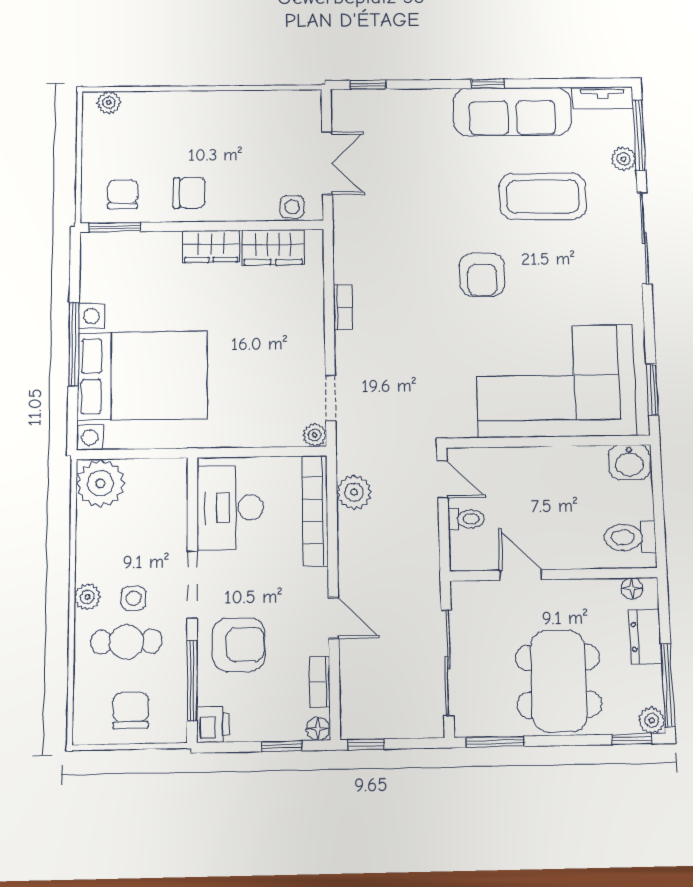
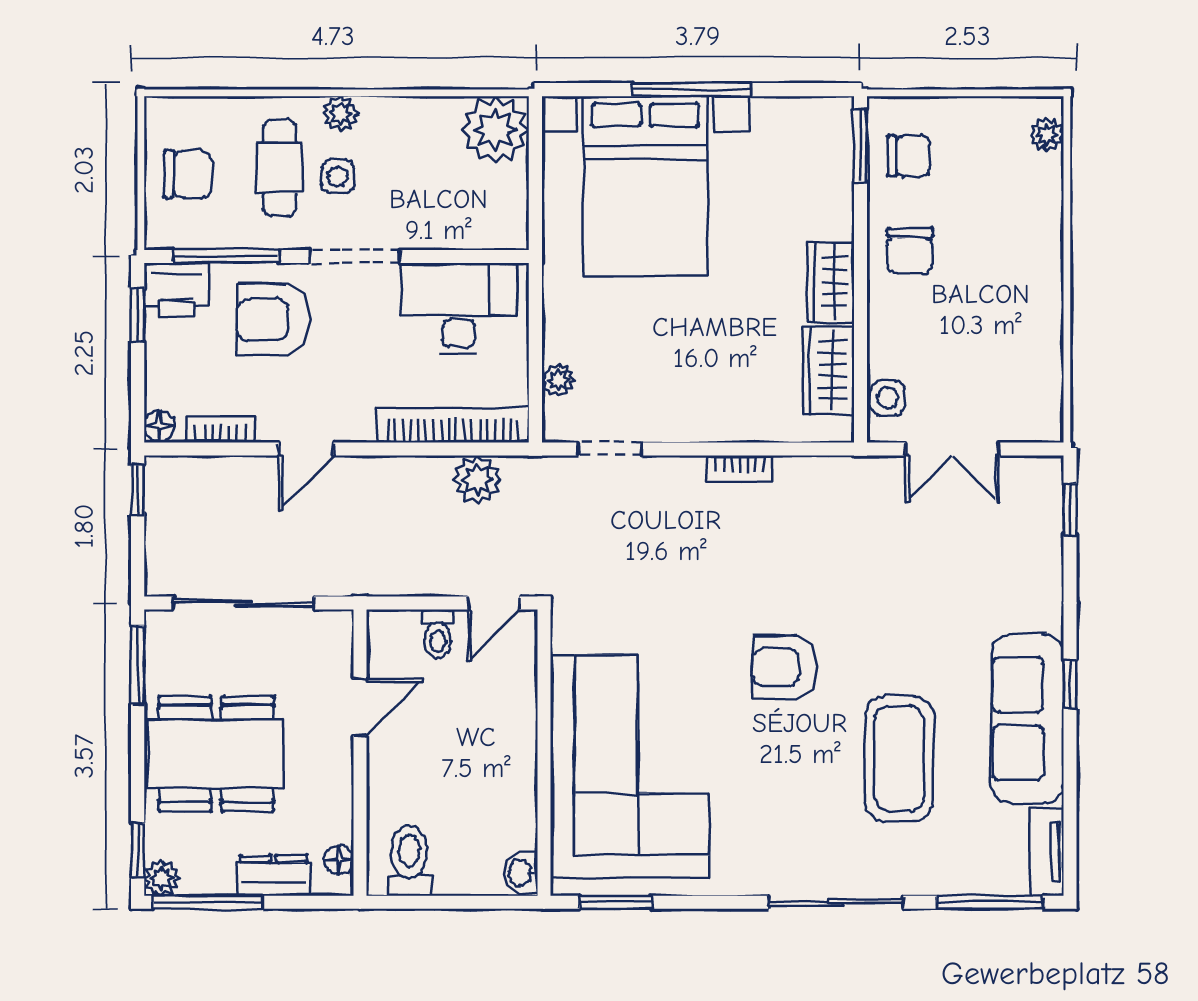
plant: (624, 159) -> (954, 878), removed
plant: (315, 435) -> (558, 380), moved
washbasin: (629, 462) -> (521, 873), width x0.72, depth x0.69
armchair: (239, 645) -> (273, 320), turned 90
printer: (213, 724) -> (177, 290), width x1.36, depth x1.24
window: (282, 746) -> (138, 315), moved

